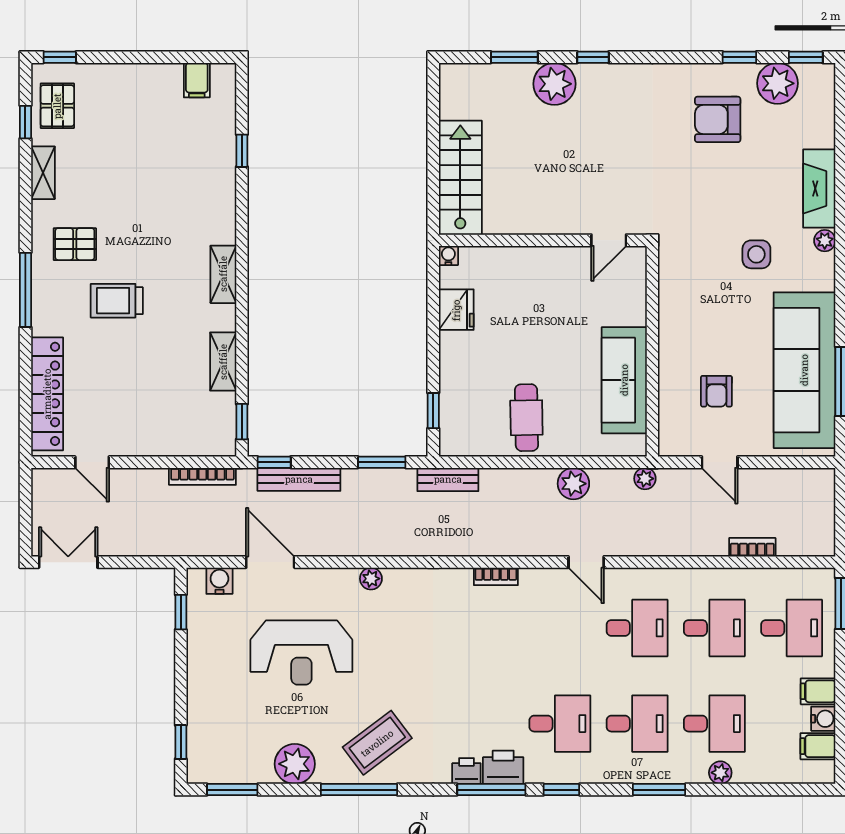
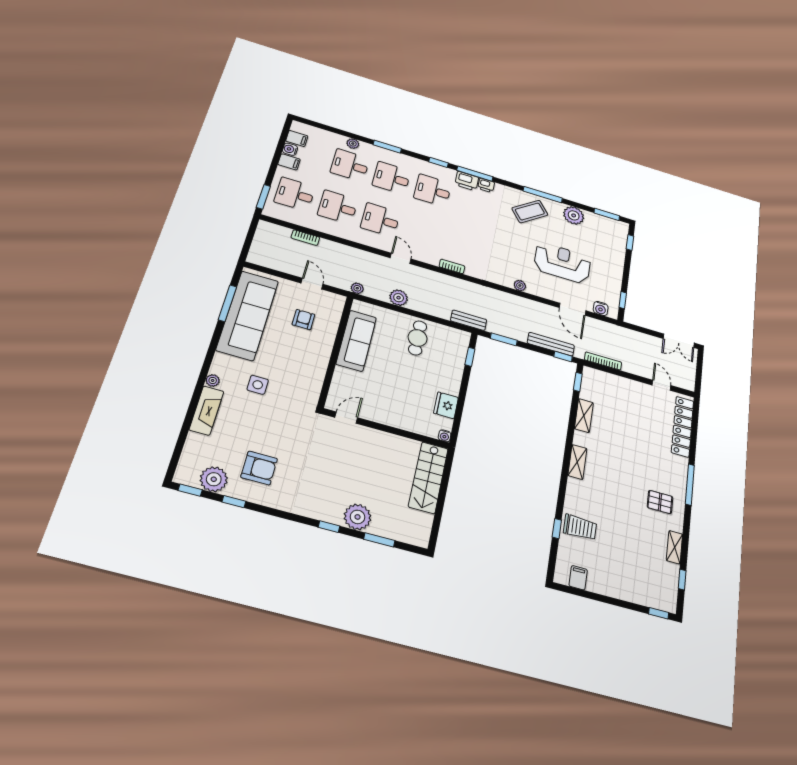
pallet: (57, 106) -> (663, 584), removed
trolley: (117, 301) -> (580, 527), moved

